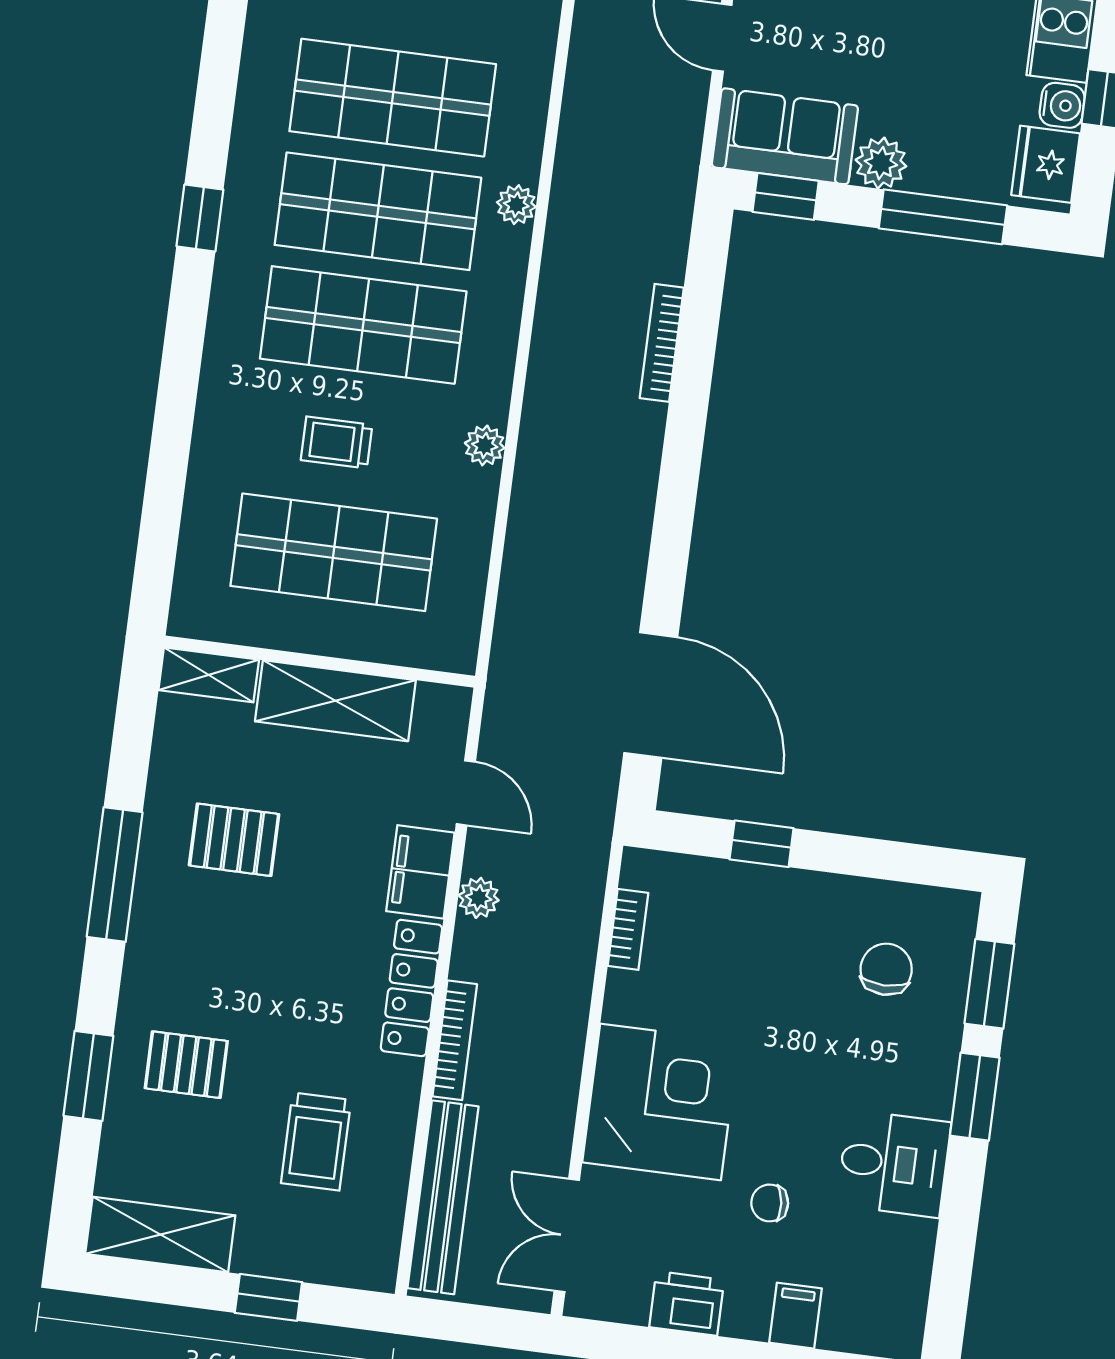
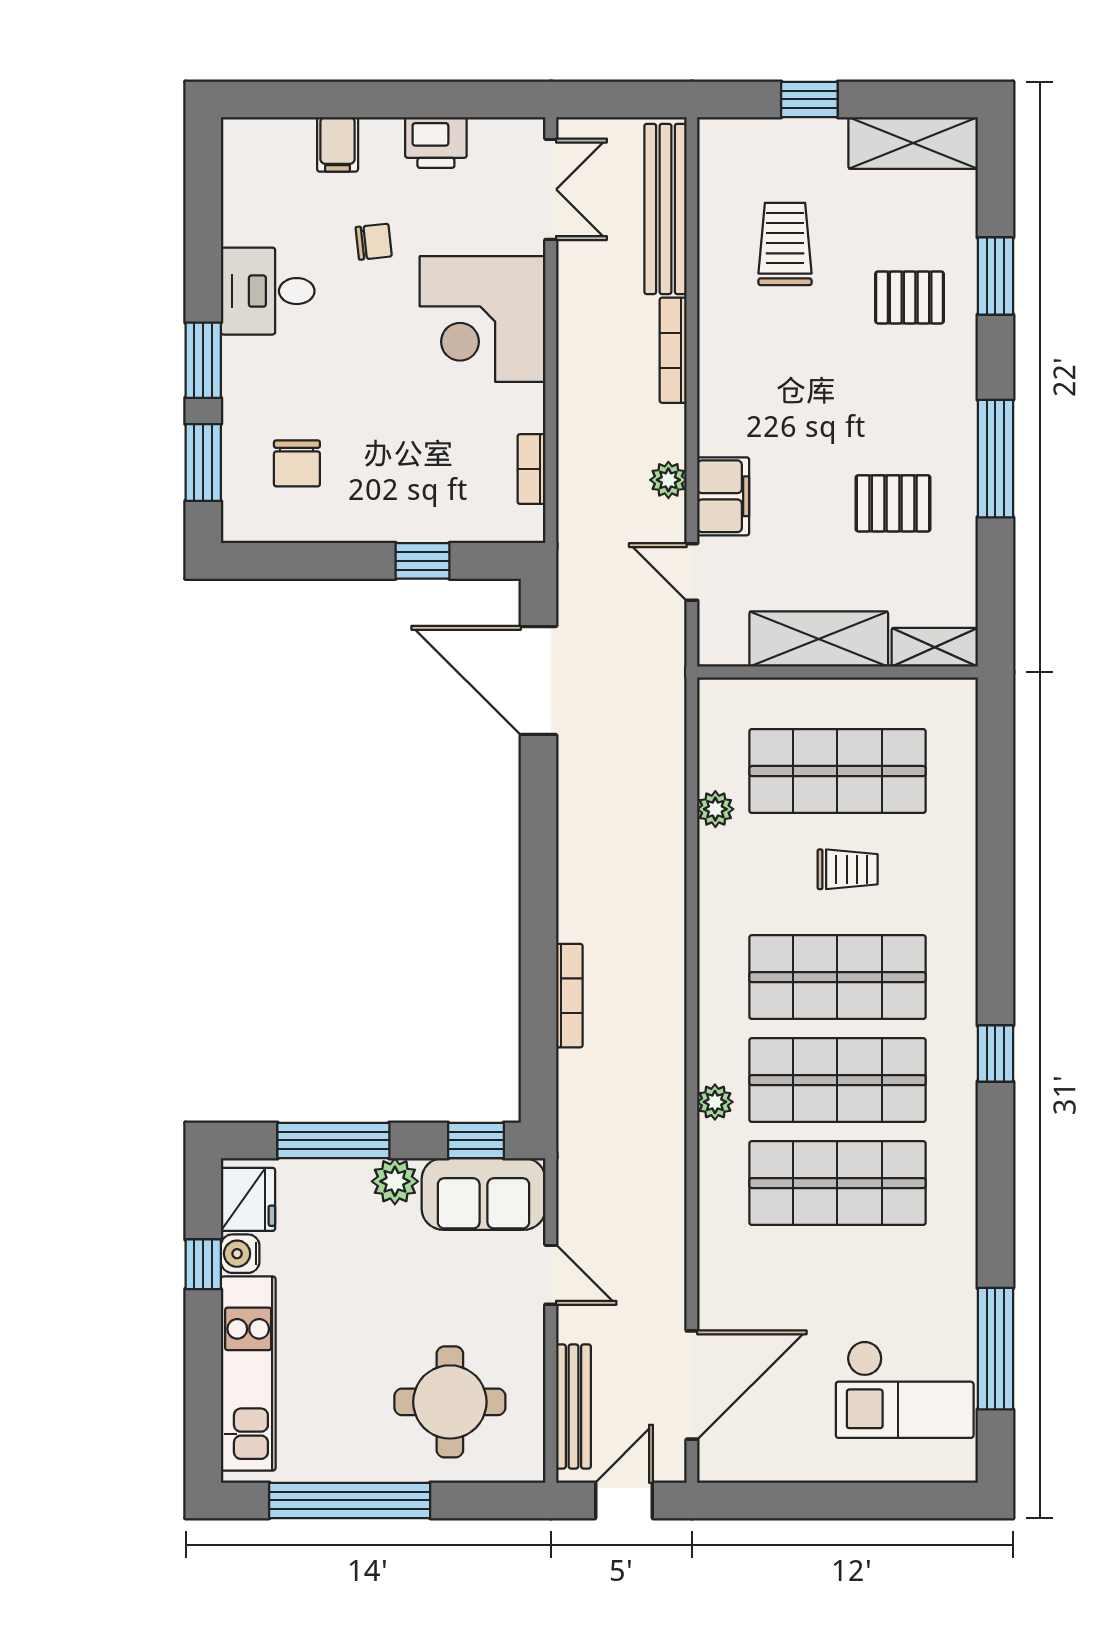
plant: (485, 445) -> (715, 809), moved
locker: (411, 988) -> (718, 392), removed

